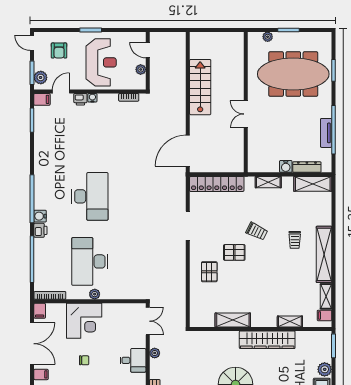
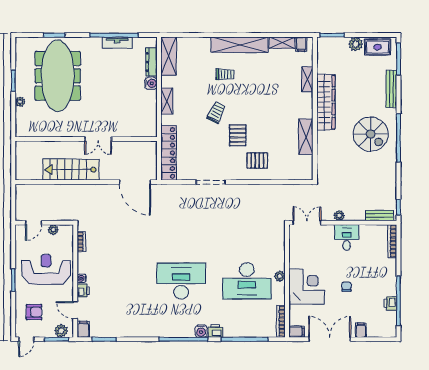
wall: (246, 102) -> (86, 139), moved
double door: (246, 114) -> (98, 139), moved

